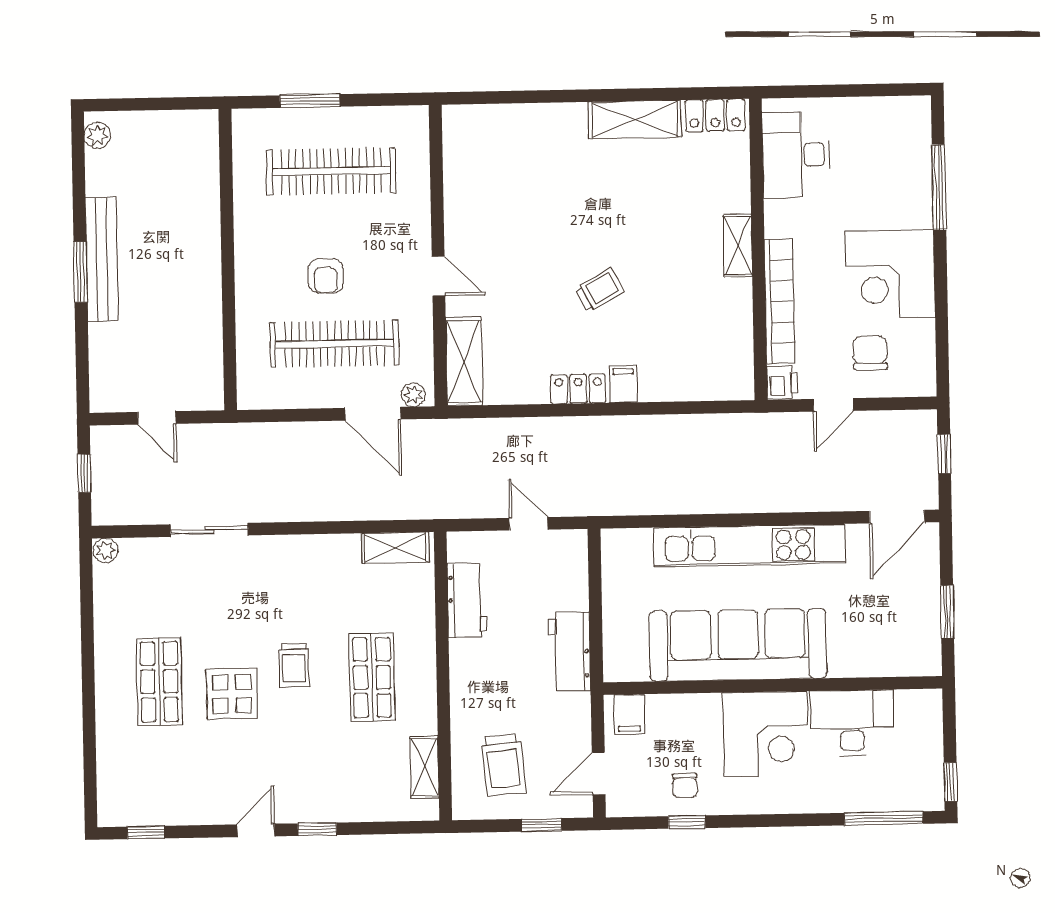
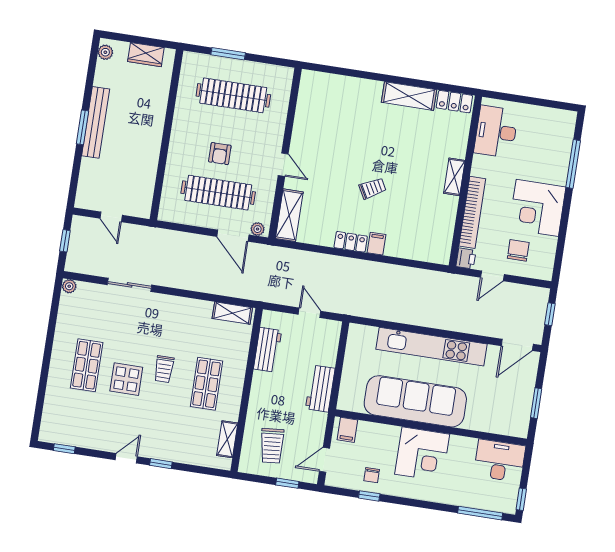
wardrobe: (168, 127) -> (146, 55), added
desk: (852, 723) -> (500, 461), moved

